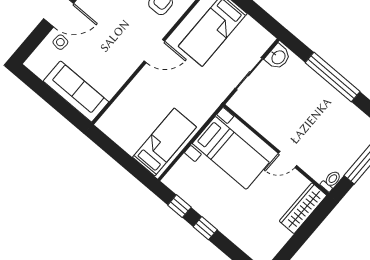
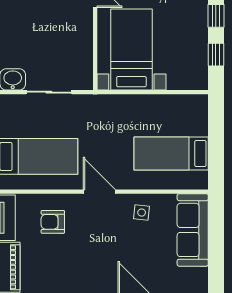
side table: (60, 42) -> (142, 213), moved
bed: (164, 142) -> (171, 153), moved

